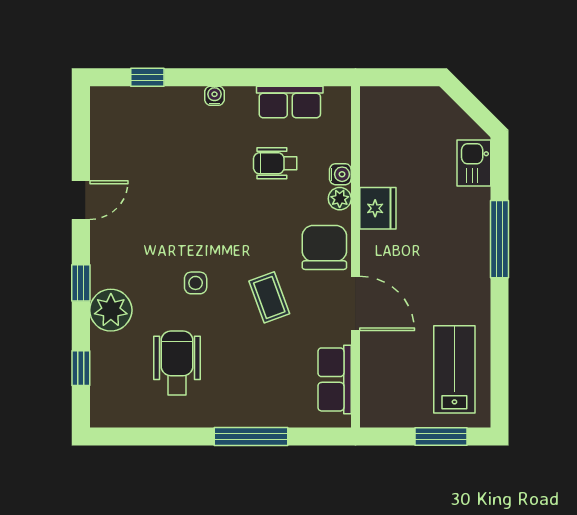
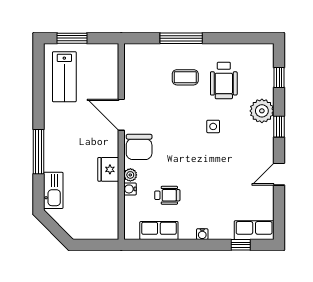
kitchen sink: (474, 163) -> (53, 190), width x1.38
coffee table: (269, 297) -> (185, 77), moved, turned -70
row of seats: (335, 379) -> (254, 230), moved, turned -90

